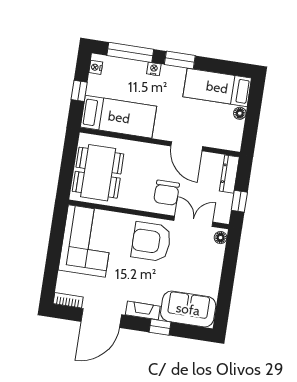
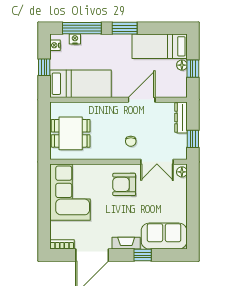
nightstand: (154, 69) -> (75, 39), moved
window: (252, 119) -> (193, 69), added
door: (187, 146) -> (142, 100), swing flipped
dining table: (98, 173) -> (71, 133), width x0.73
chair: (167, 193) -> (131, 141), width x0.54, depth x0.54
double door: (193, 221) -> (157, 162), swing flipped
armchair: (151, 242) -> (124, 184), width x0.73, depth x0.73

